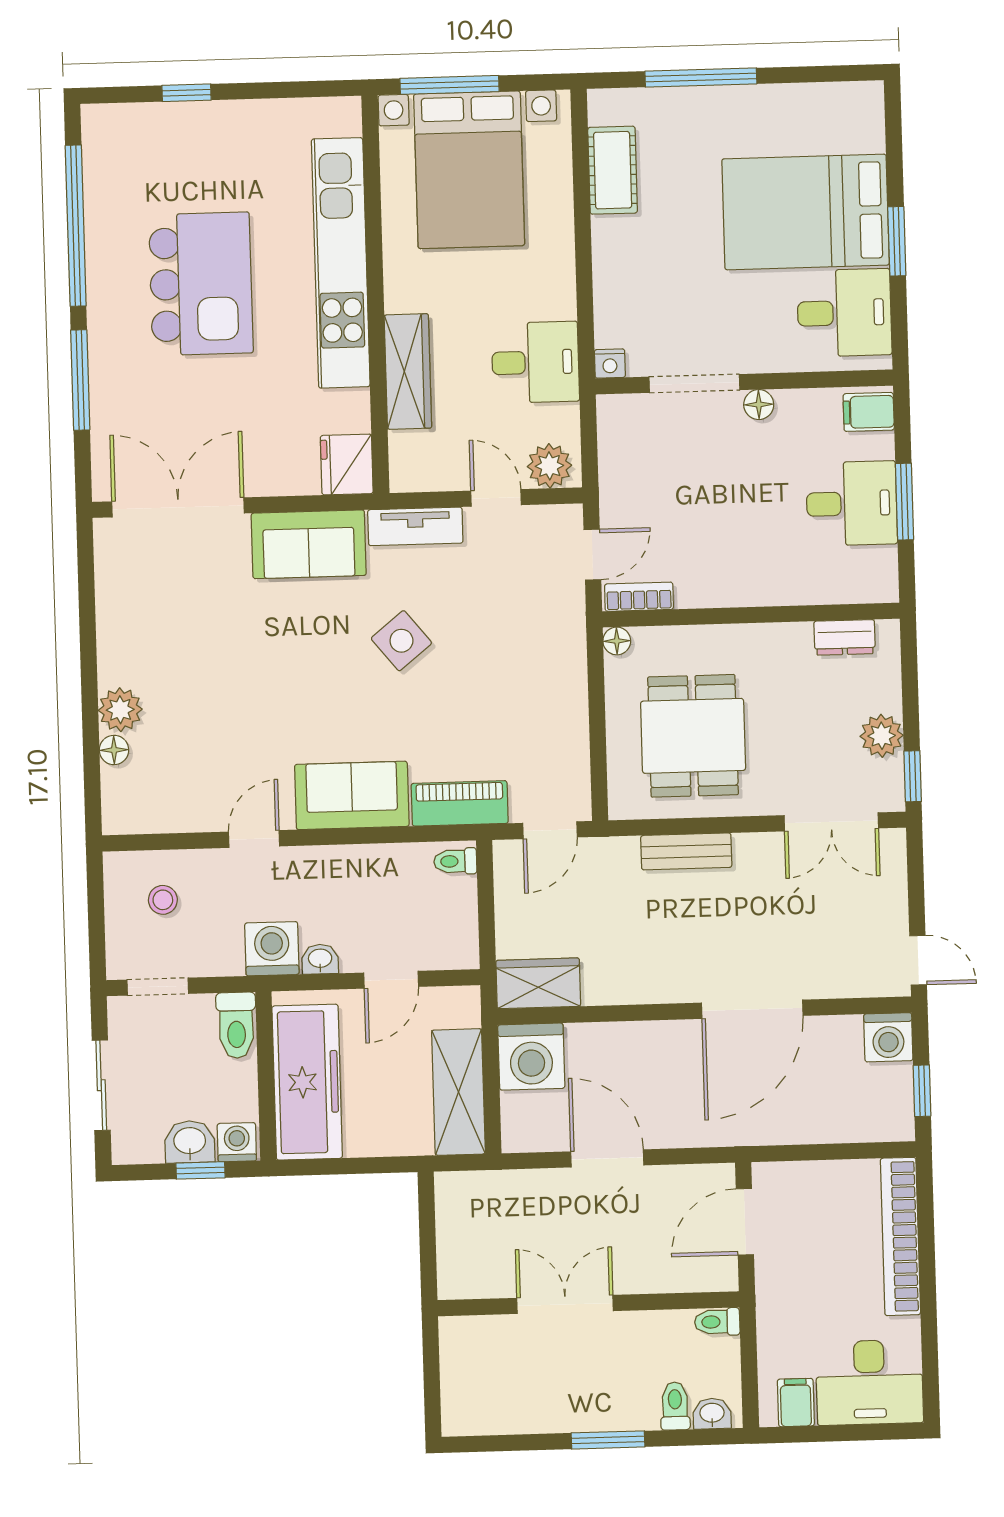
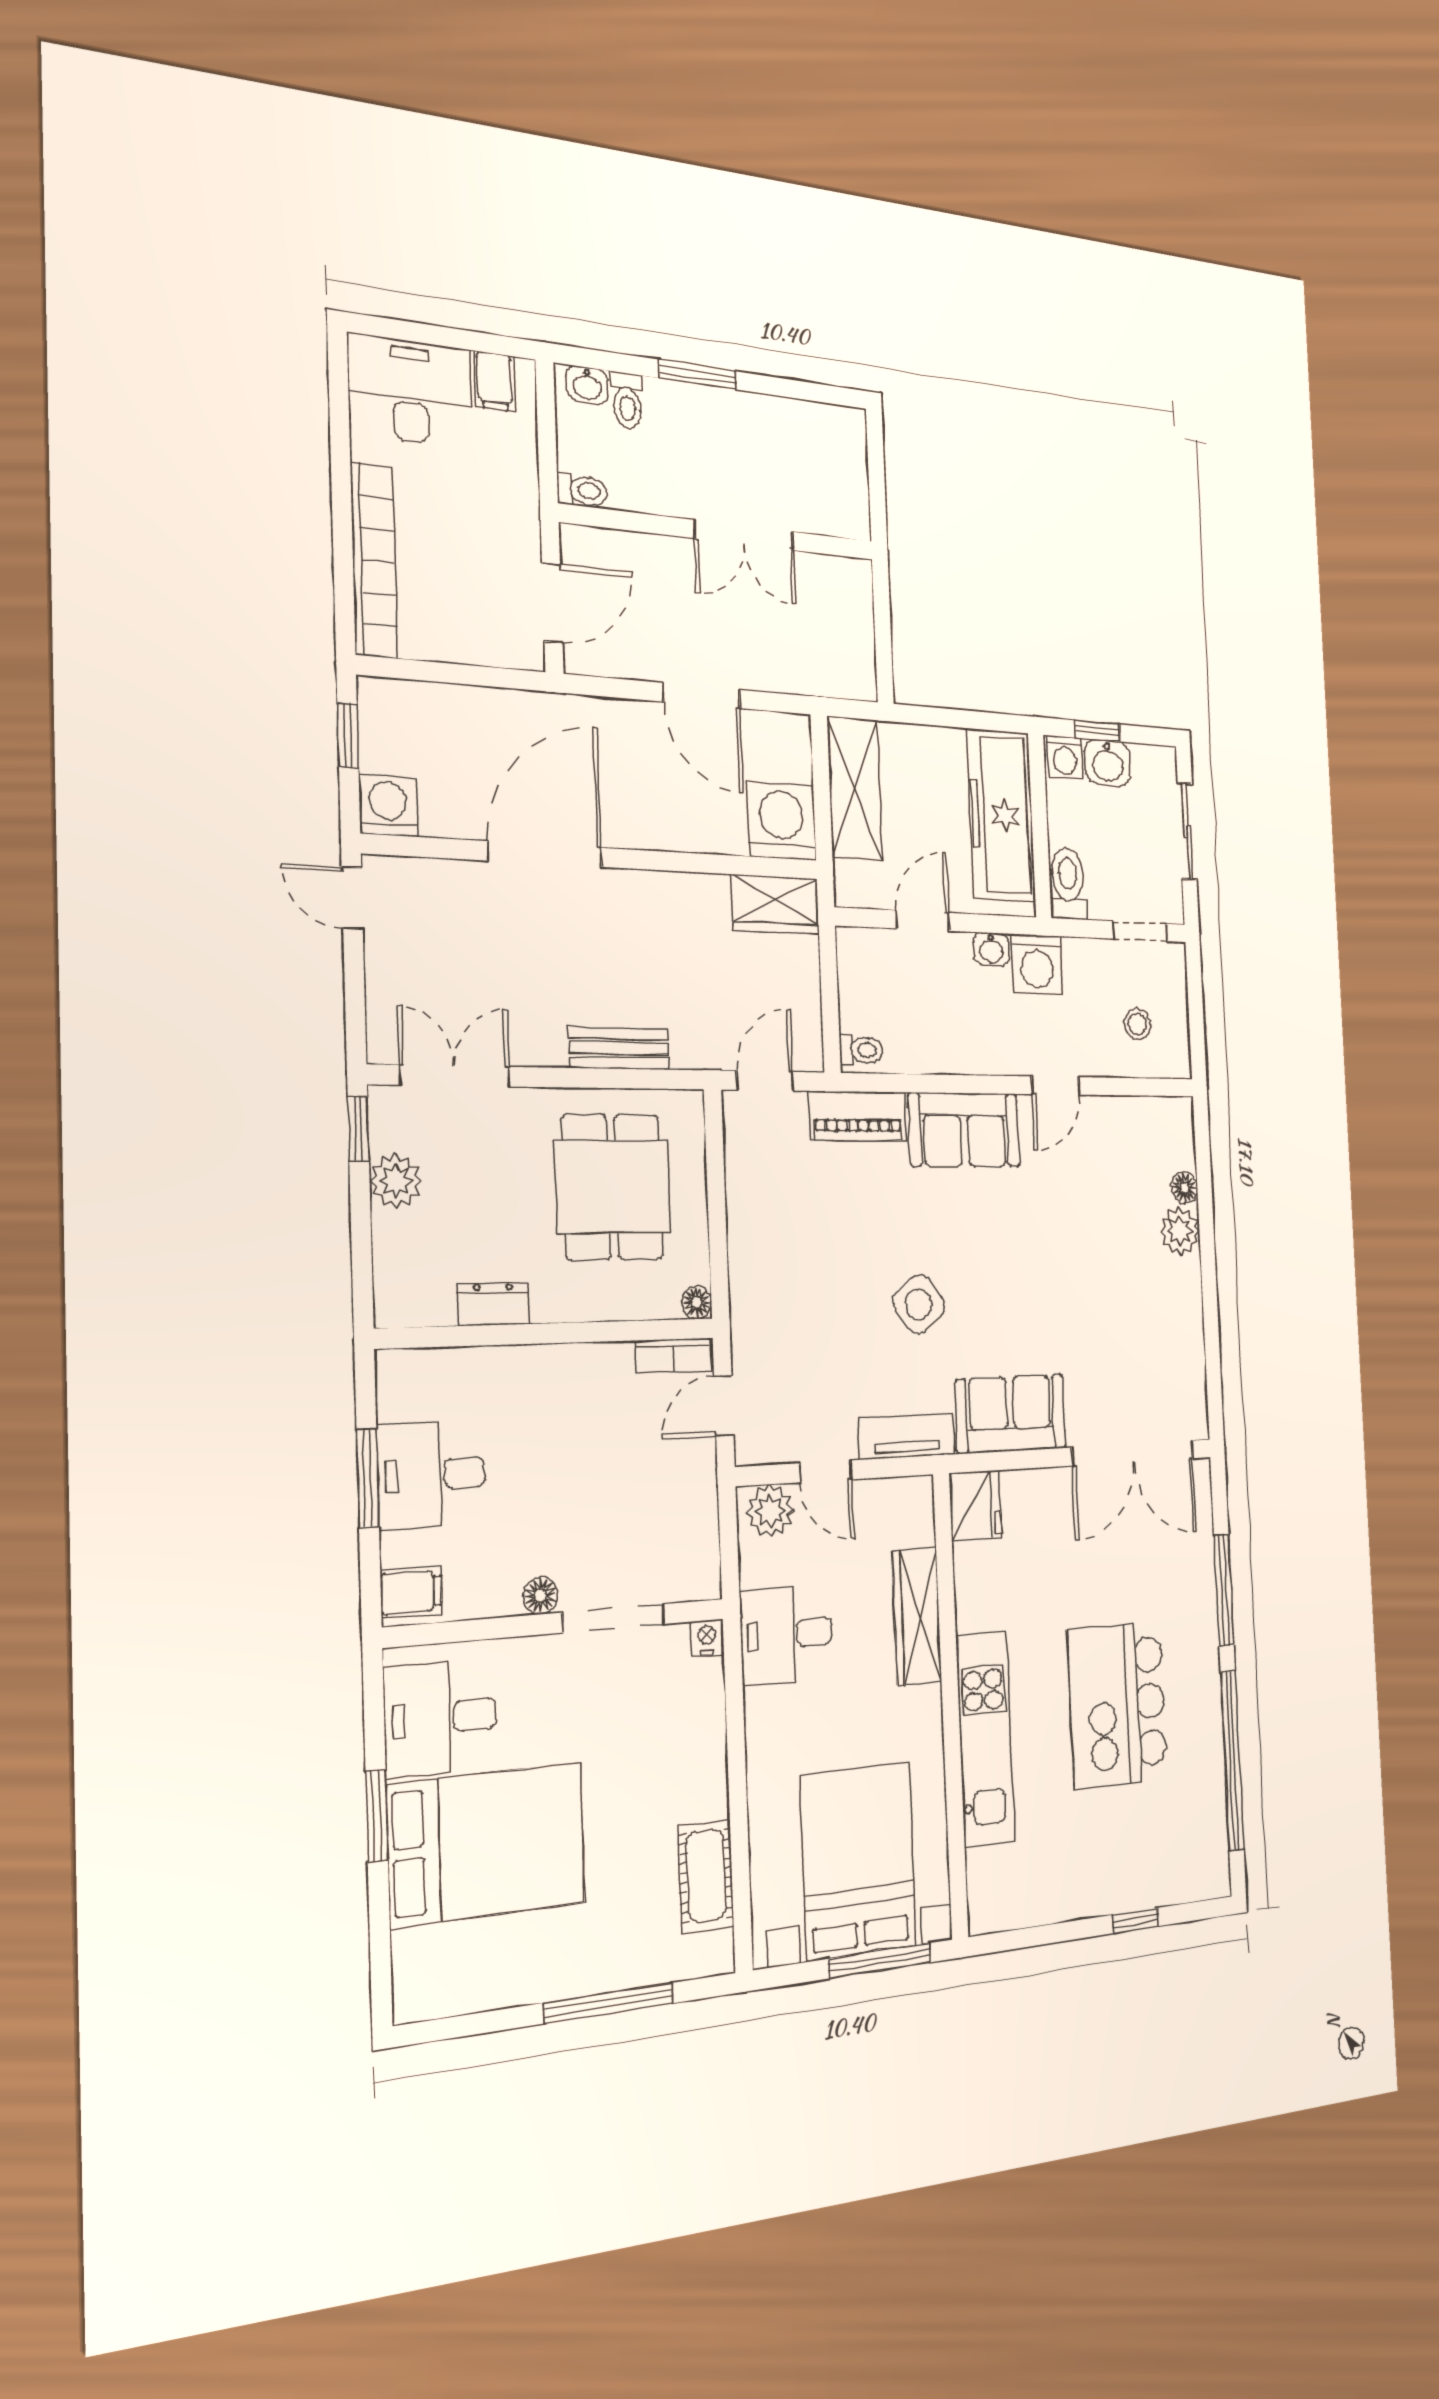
kitchen unit: (341, 263) -> (985, 1739), width x0.73
dresser: (845, 637) -> (494, 1304), moved

